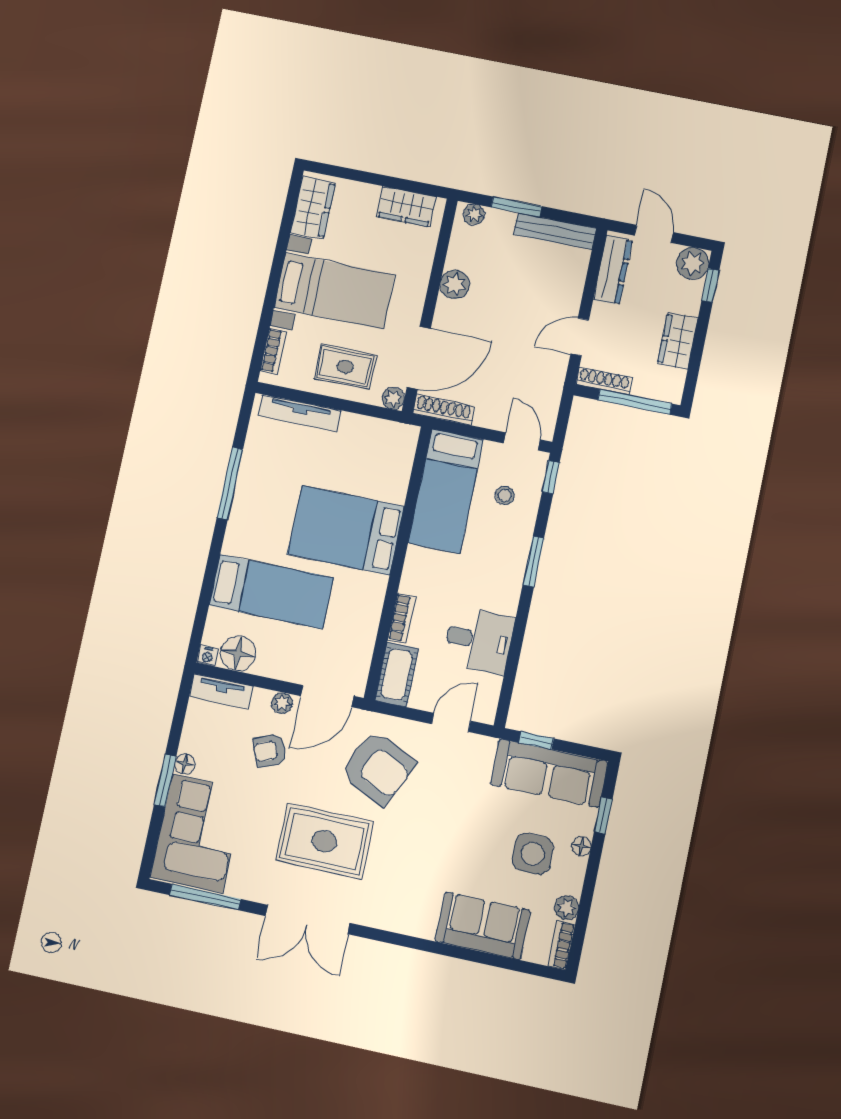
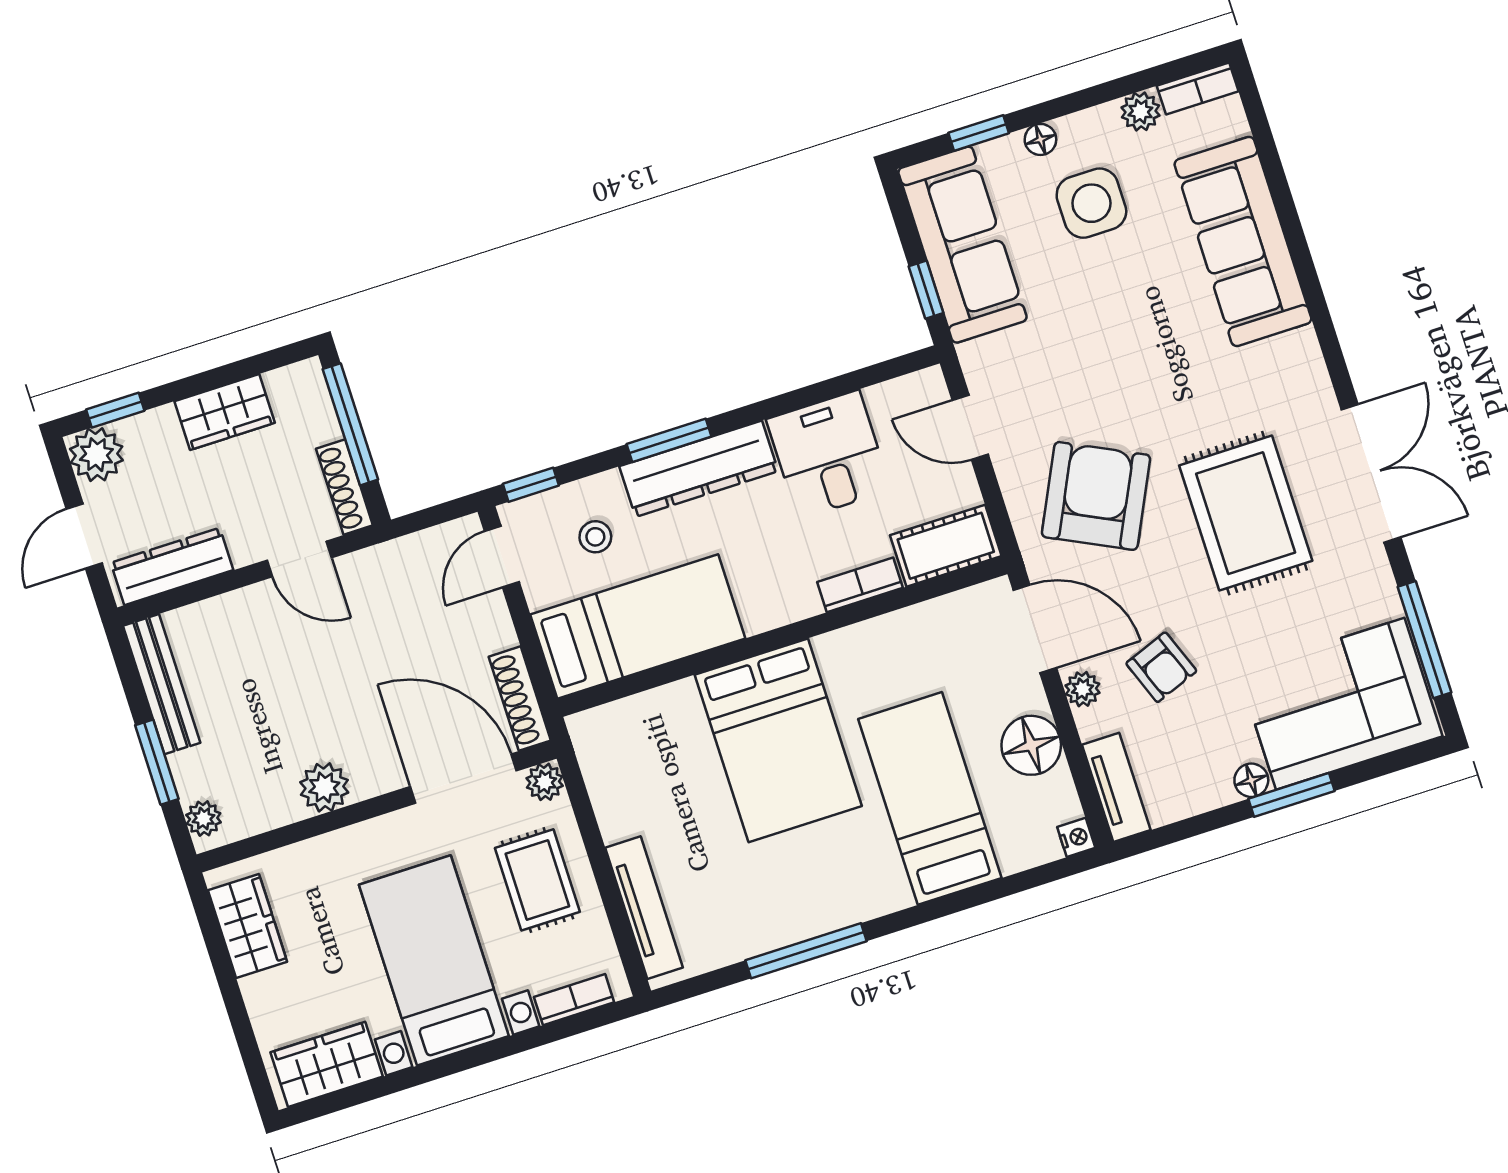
dresser: (510, 569) -> (699, 469), added
floor lamp: (238, 653) -> (1031, 745), moved
sofa: (483, 926) -> (1243, 241), width x1.36

